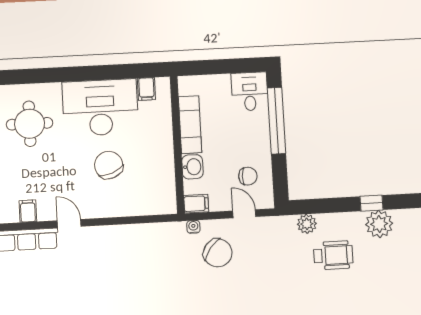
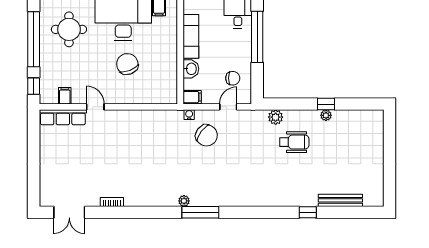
door: (244, 214) -> (228, 107), hinge flipped
plant: (379, 224) -> (326, 115), width x0.53, depth x0.53

